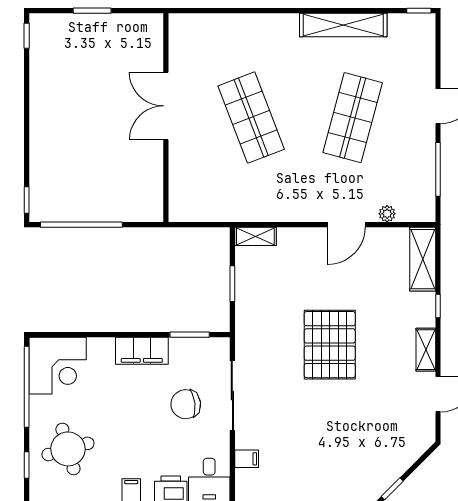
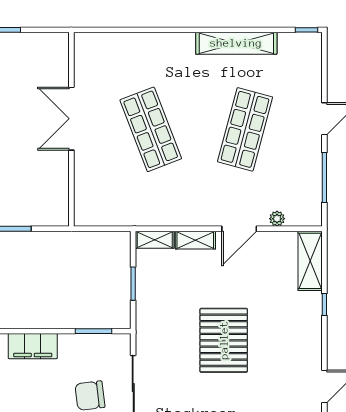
shelving: (426, 350) -> (195, 240), moved, turned 90
filing cabinet: (142, 351) -> (33, 346), moved

